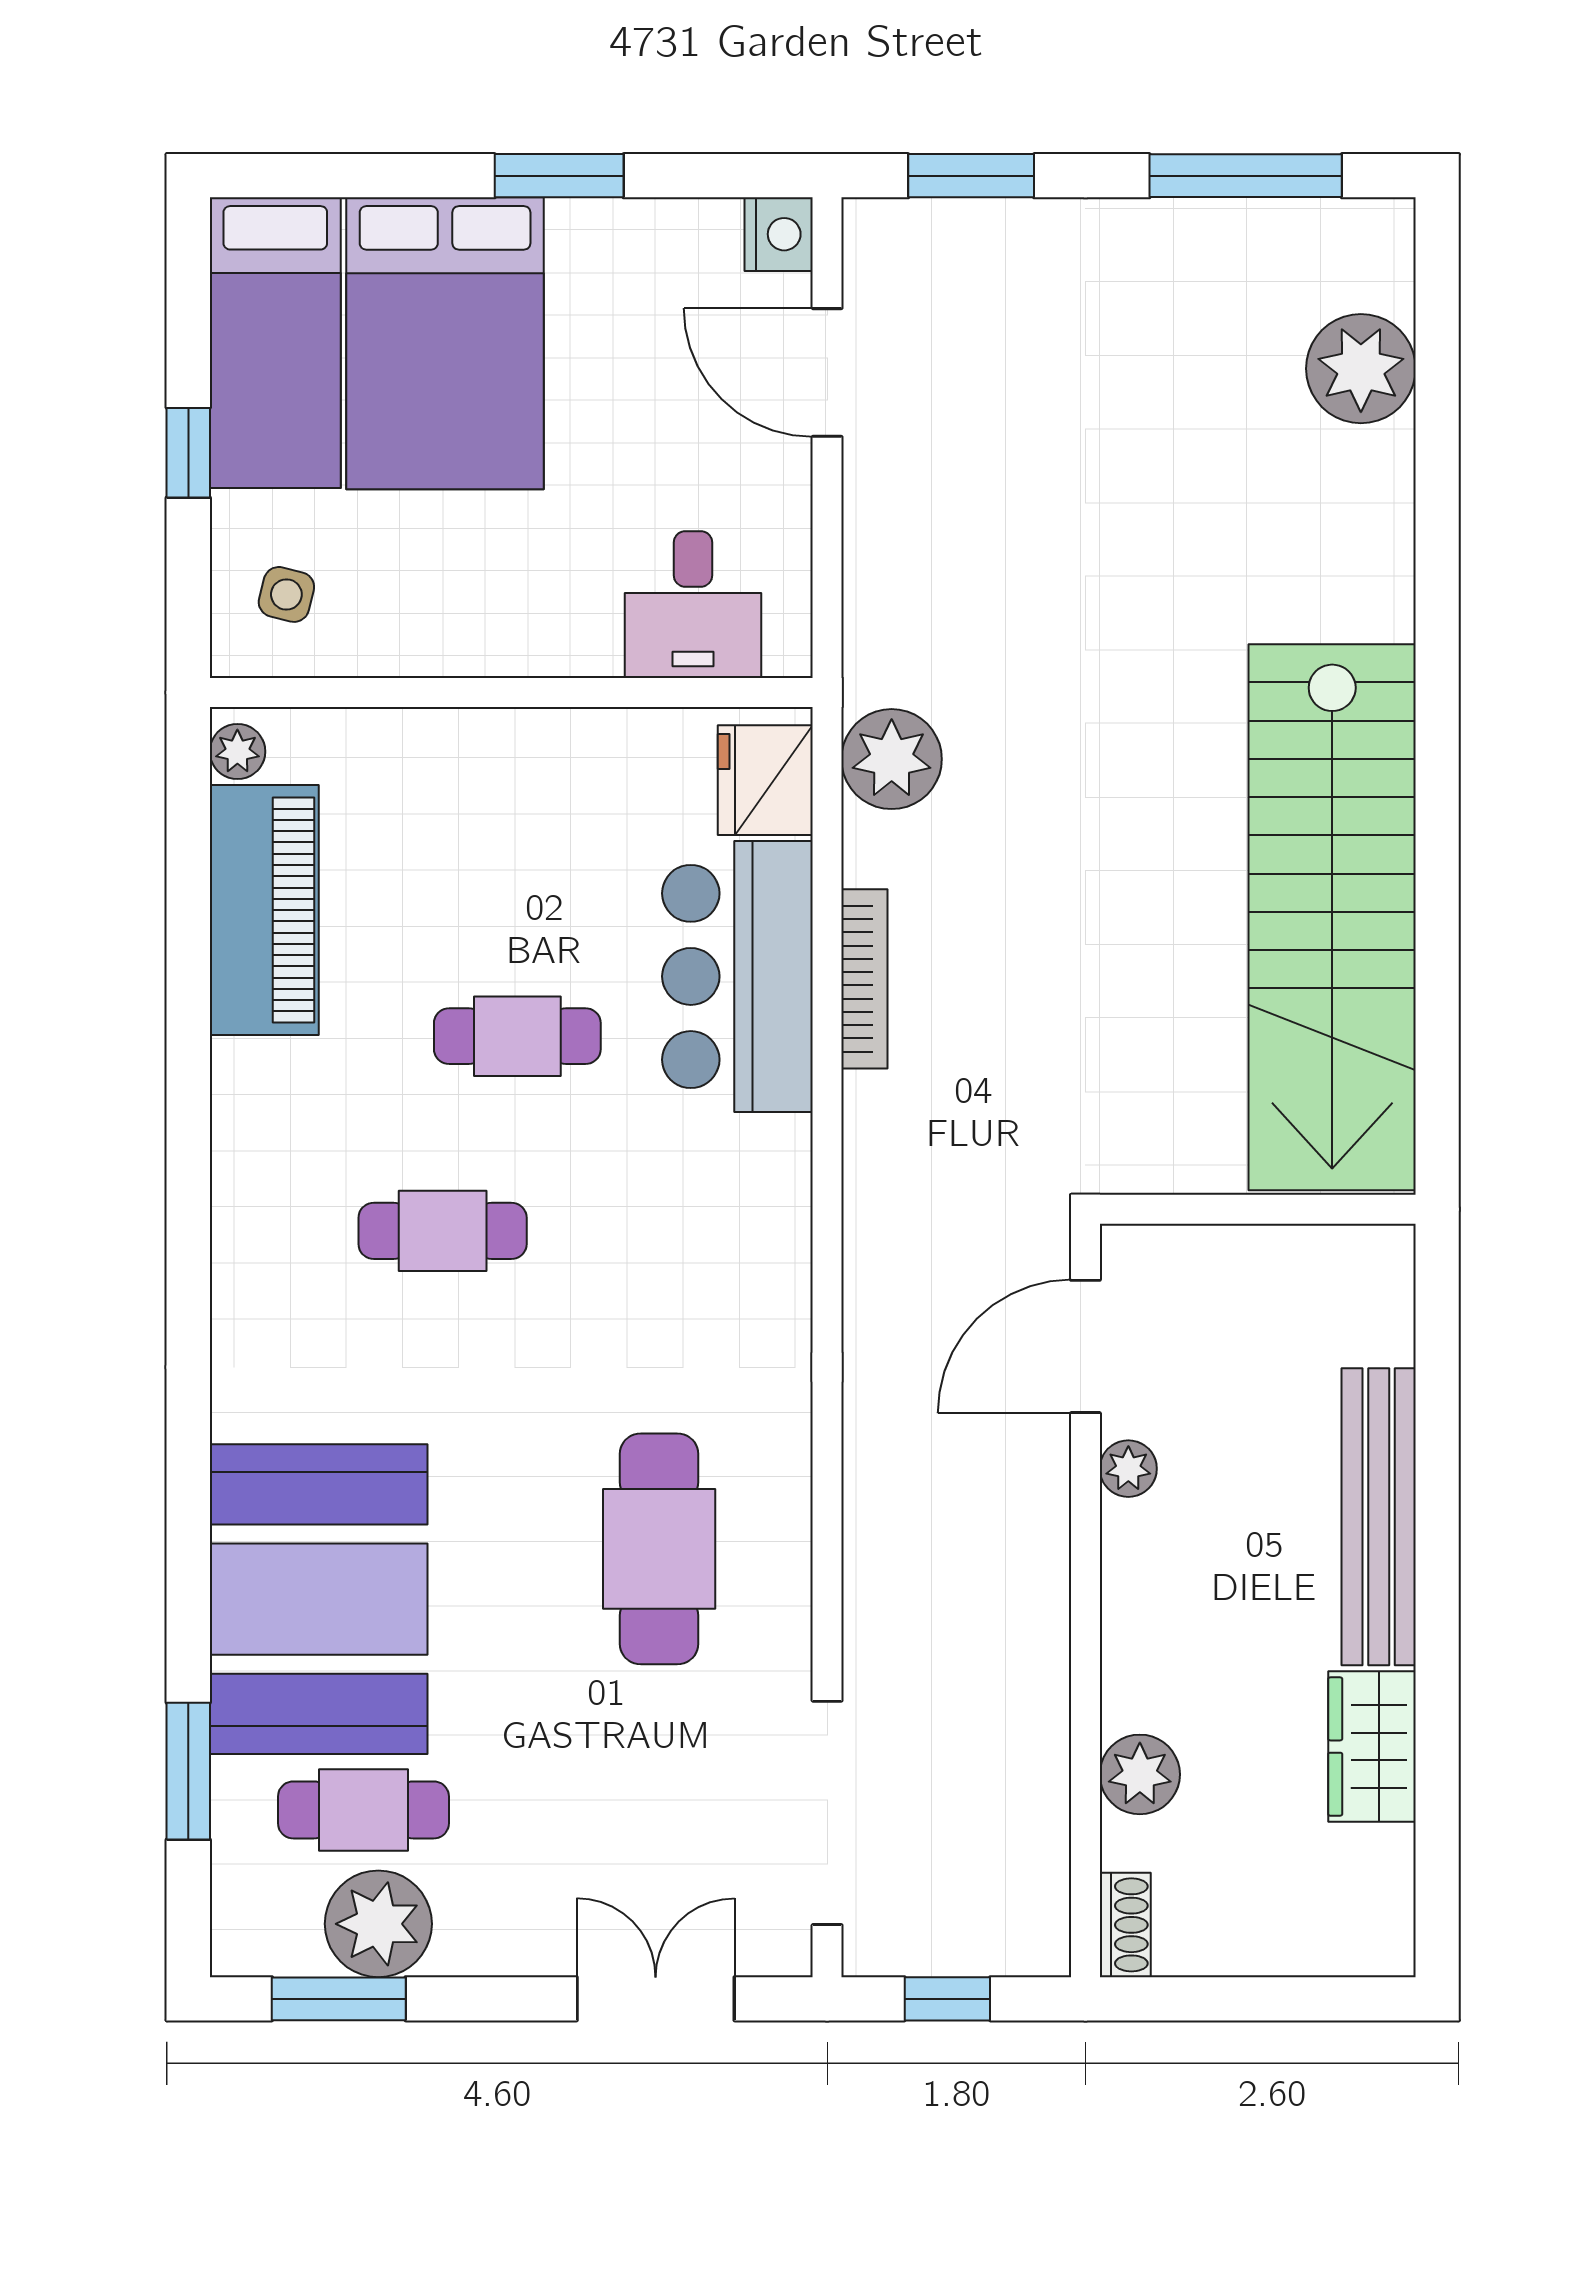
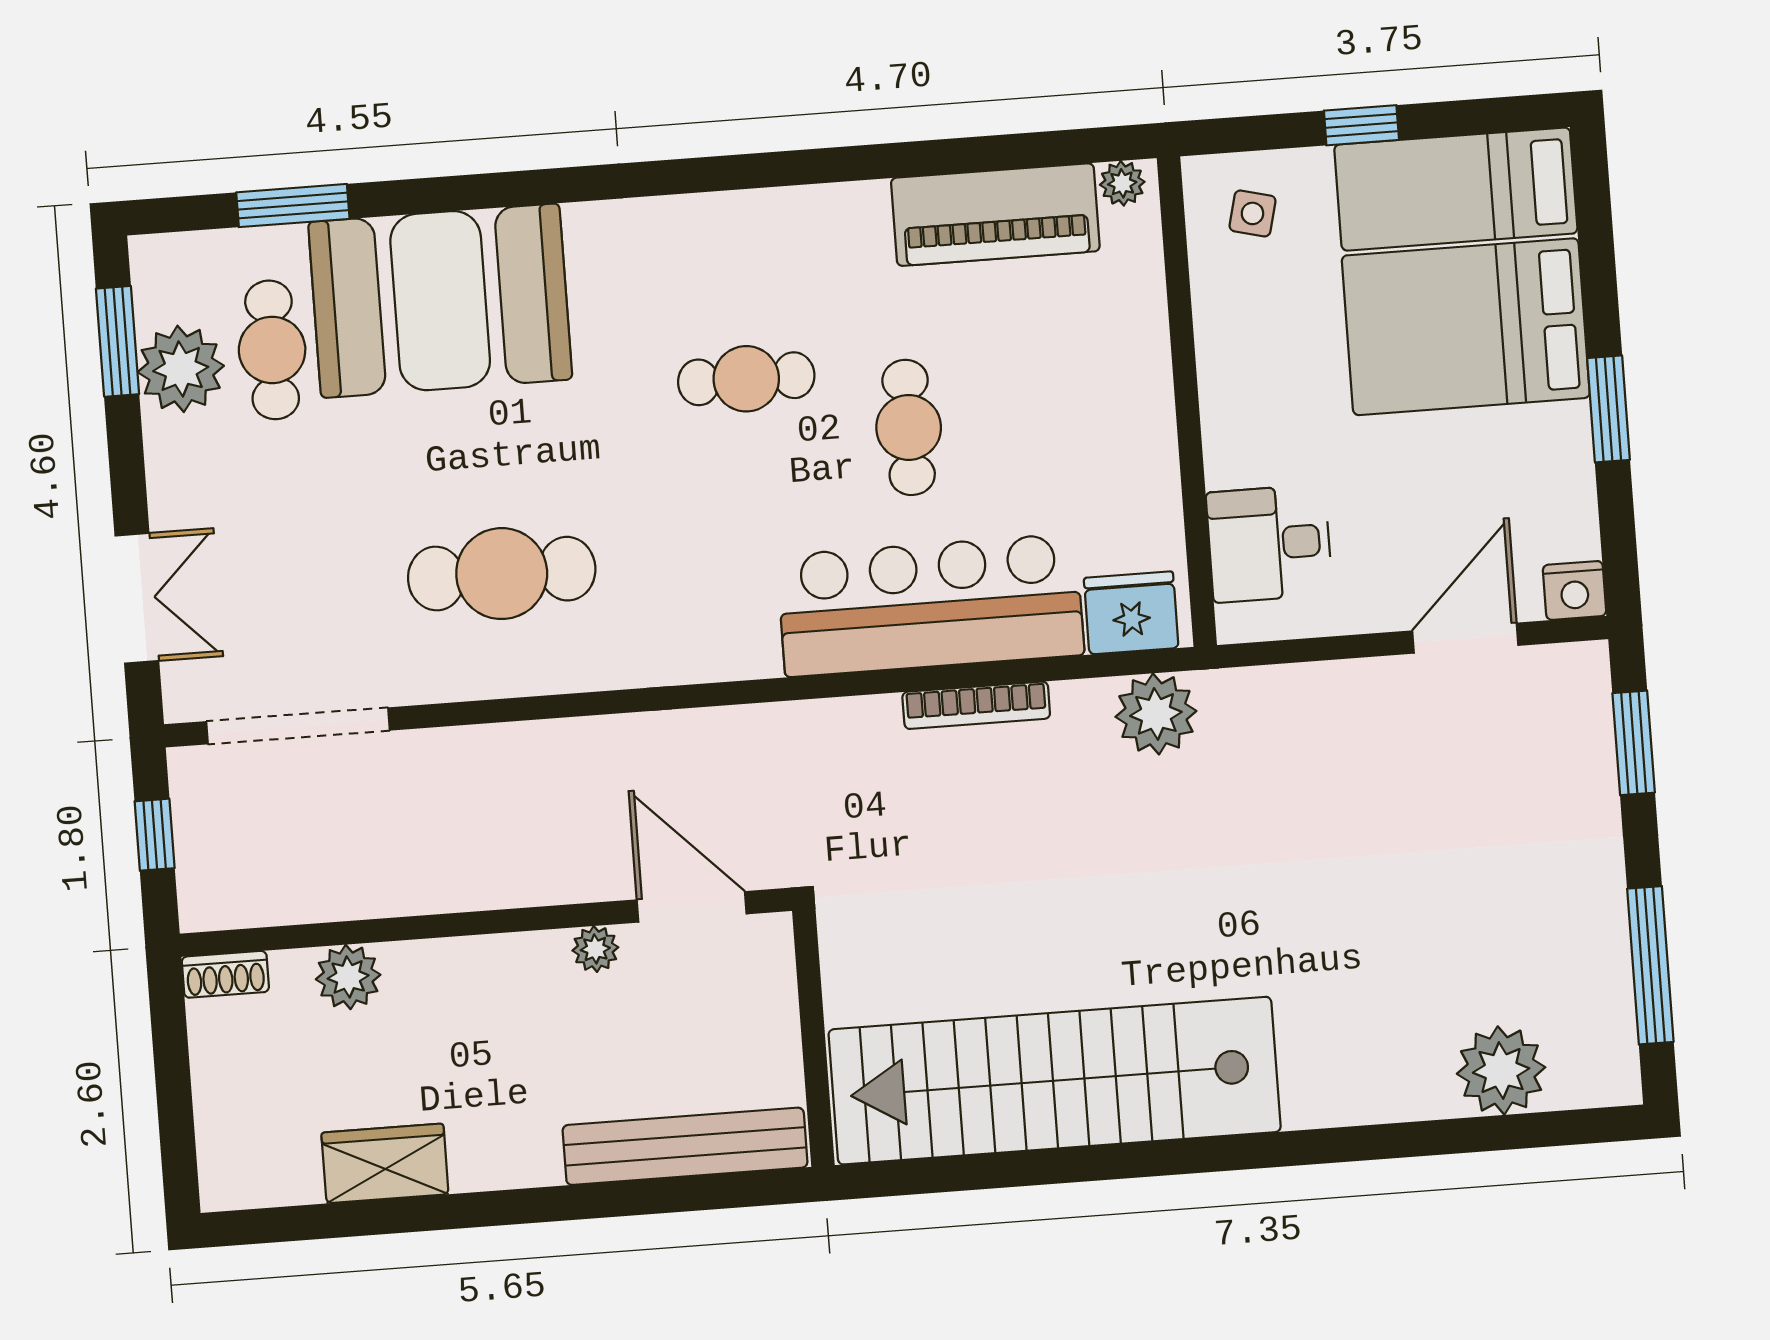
bar counter: (737, 976) -> (930, 605), width x1.36
cafe table: (443, 1231) -> (746, 379), turned 90
bench: (1379, 1517) -> (685, 1146), moved

